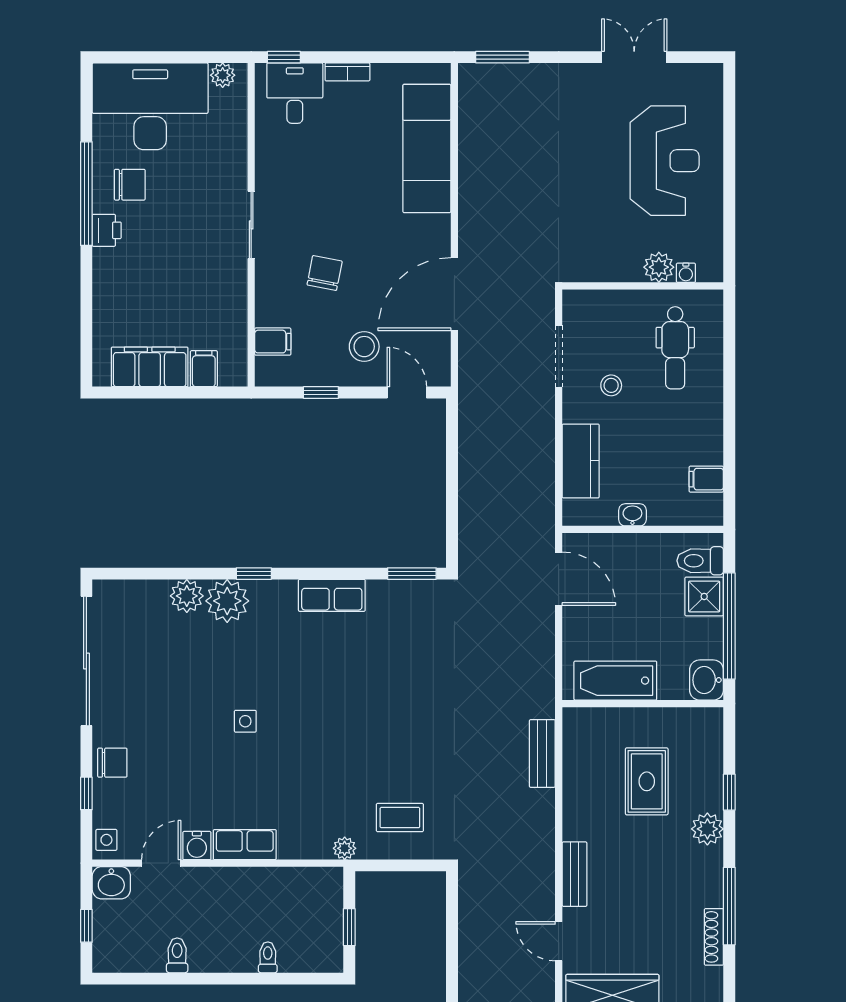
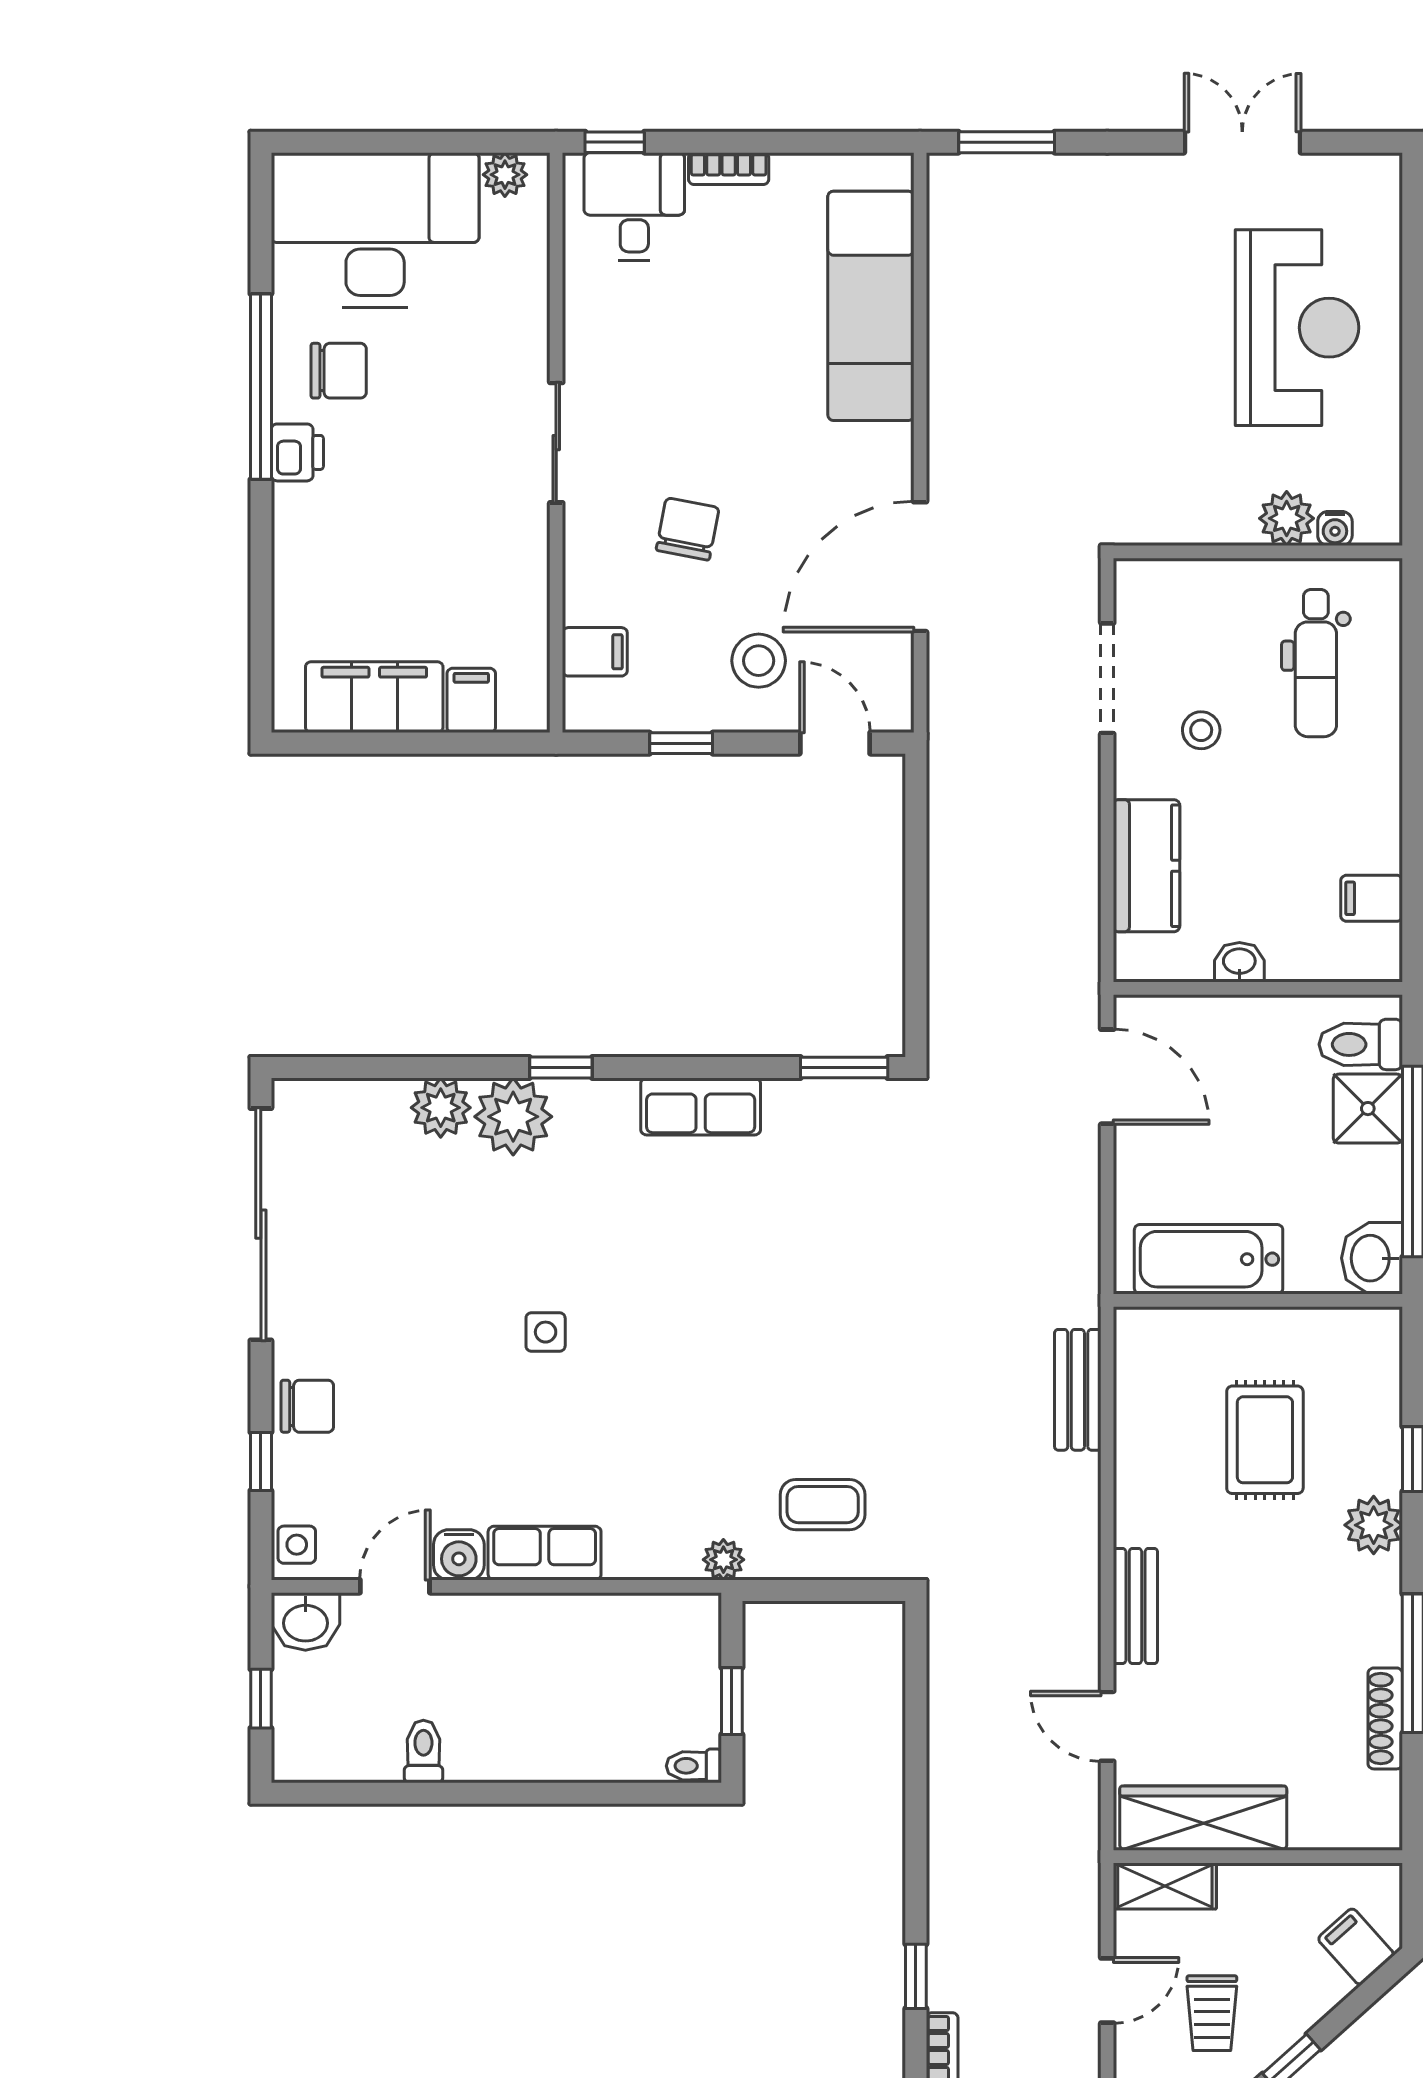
toilet: (268, 957) -> (694, 1766), moved, turned -90

